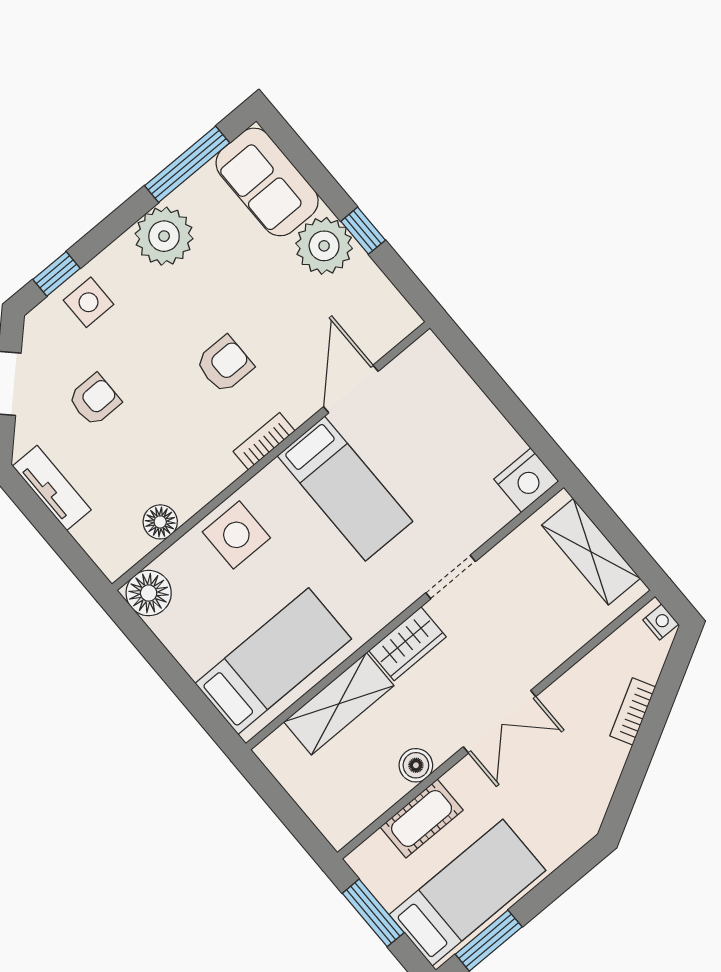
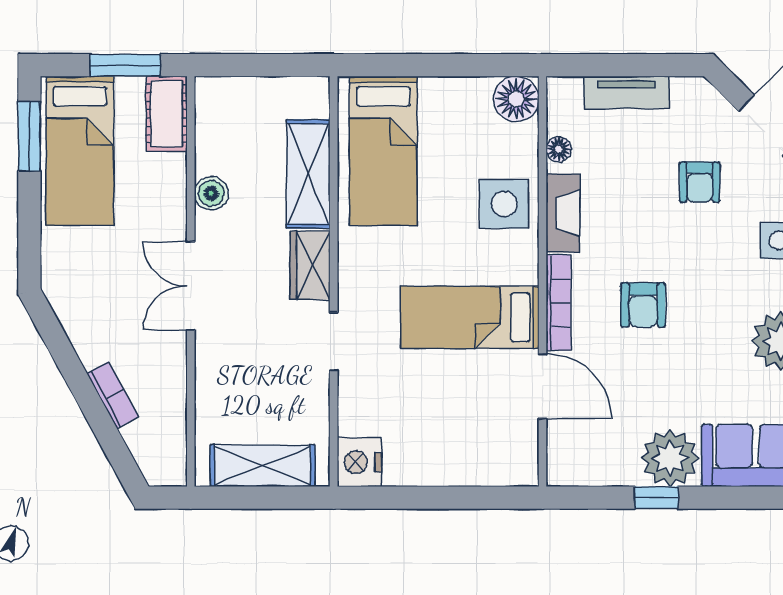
bookcase: (264, 441) -> (558, 303), width x1.56
fireplace: (206, 484) -> (563, 213), added
tv unit: (52, 488) -> (627, 92), moved
floor lamp: (160, 522) -> (559, 149), width x0.73, depth x0.73
nightstand: (661, 622) -> (163, 474), removed
cot: (422, 819) -> (167, 114), moved

